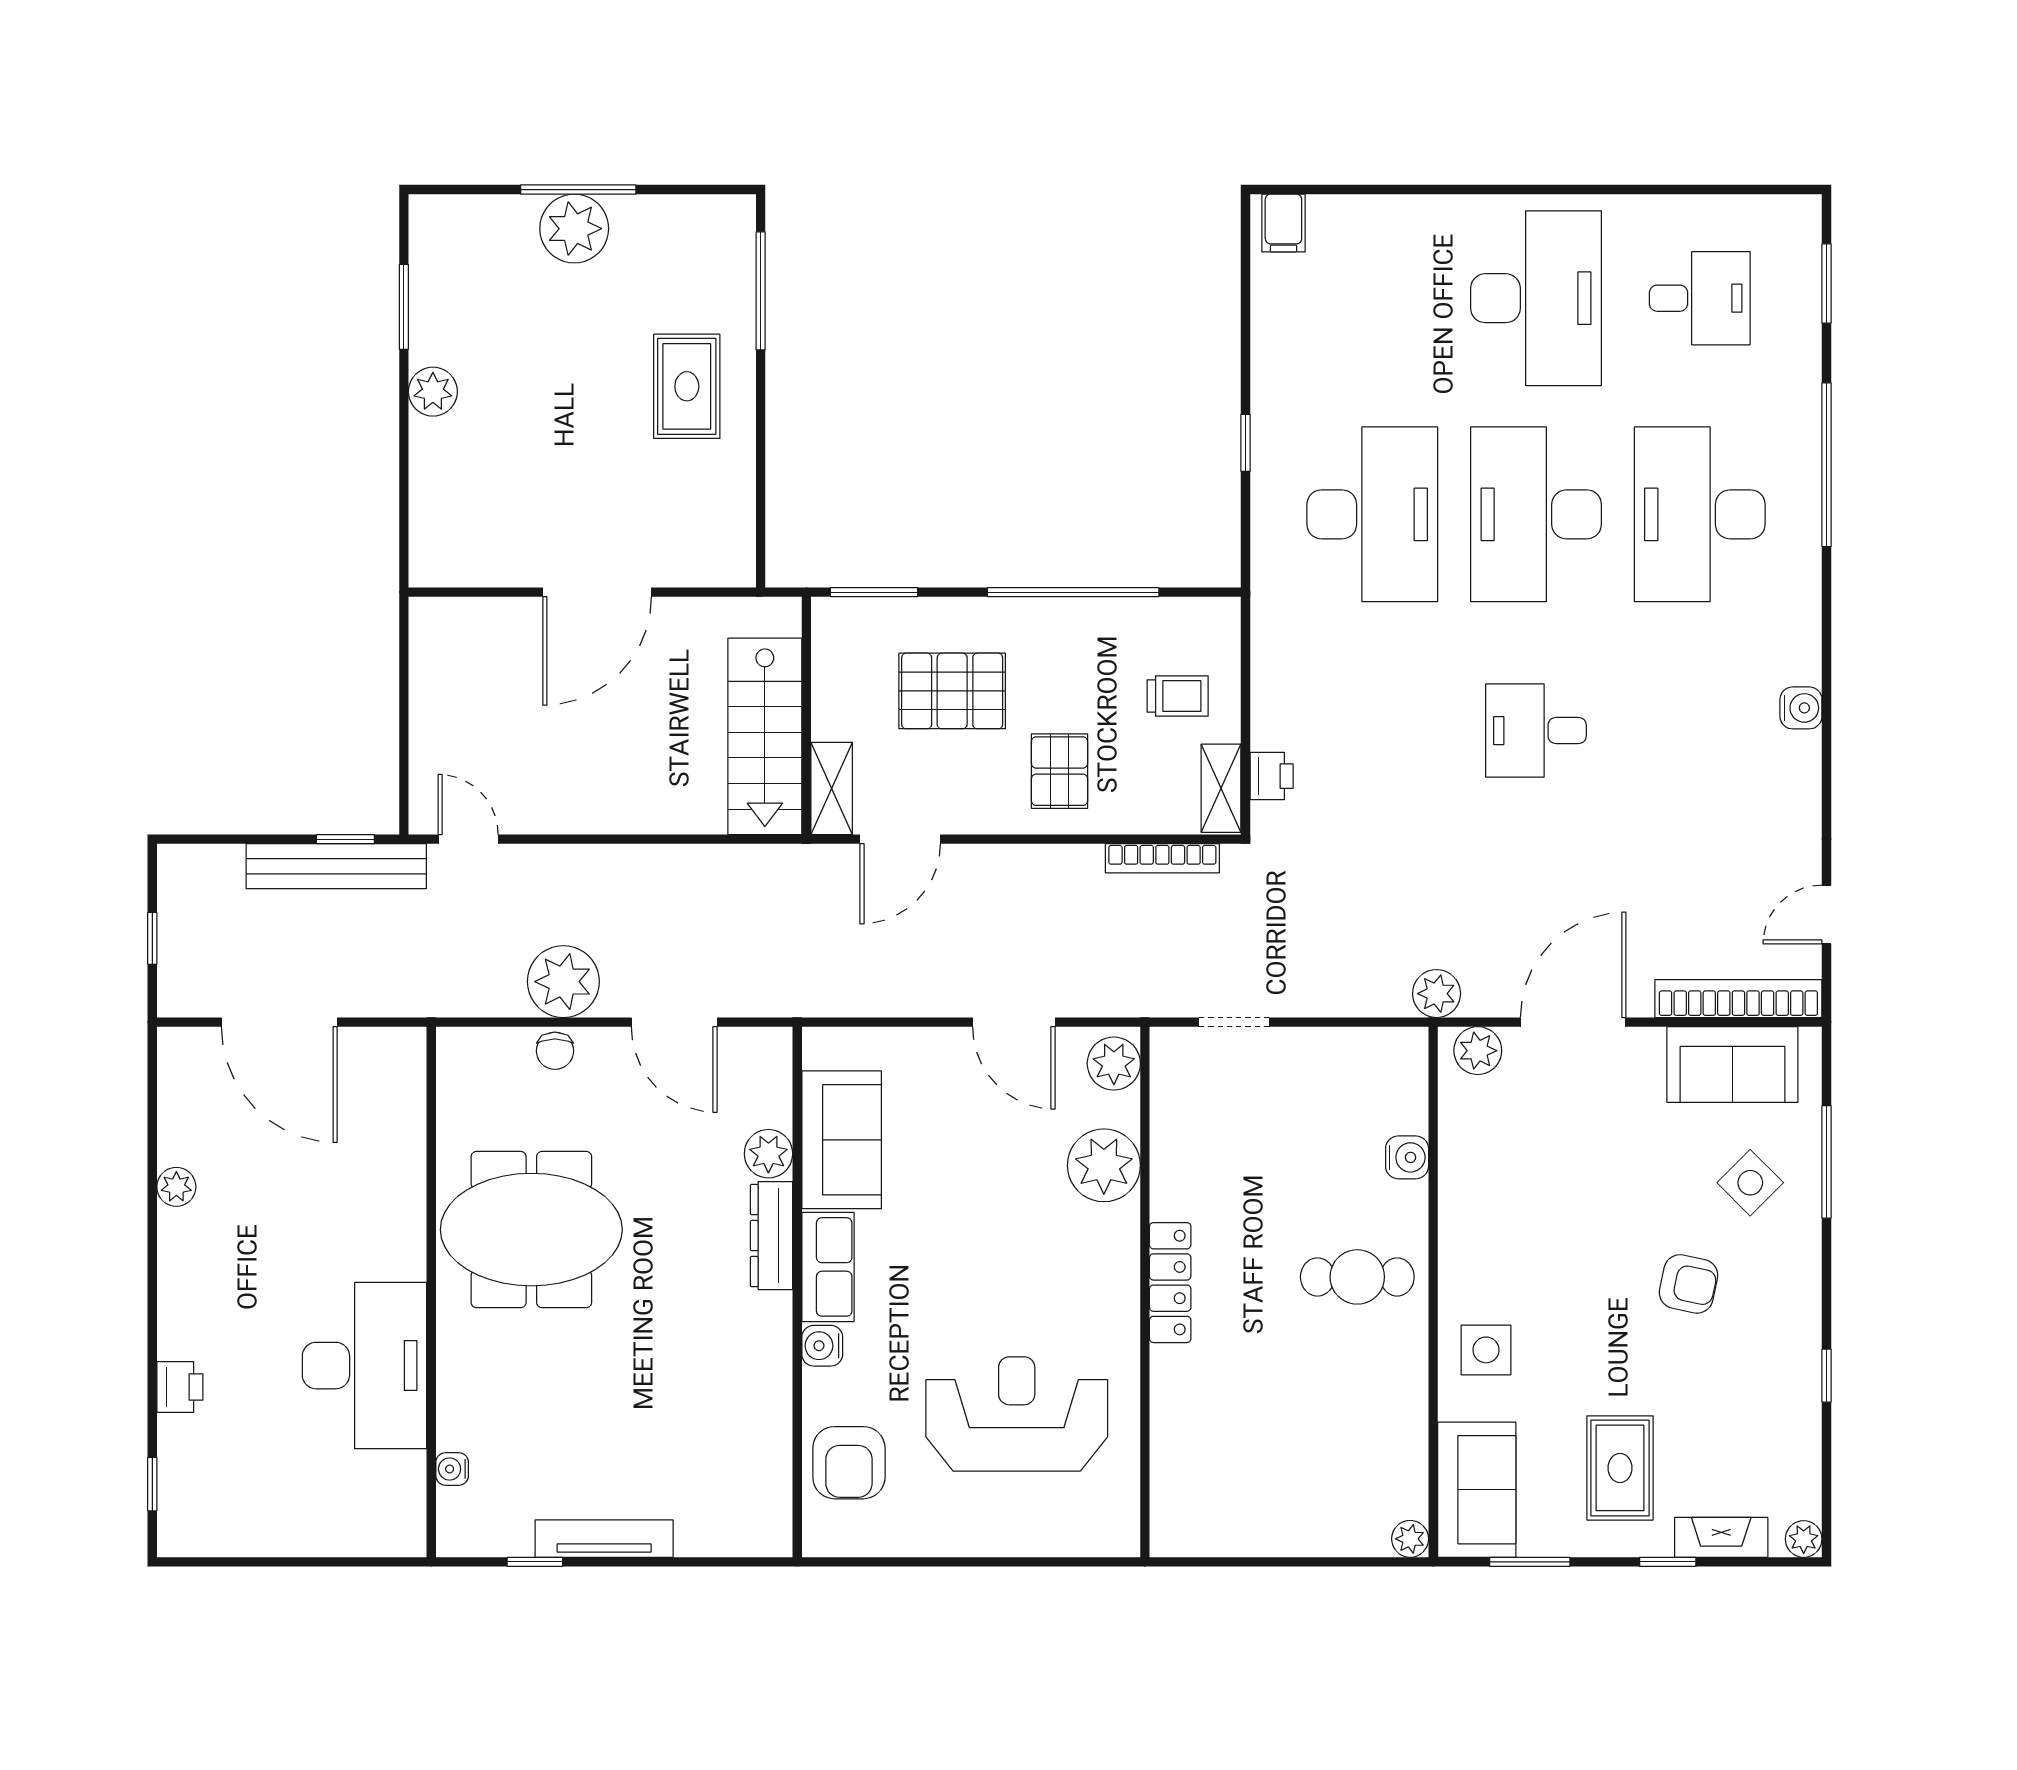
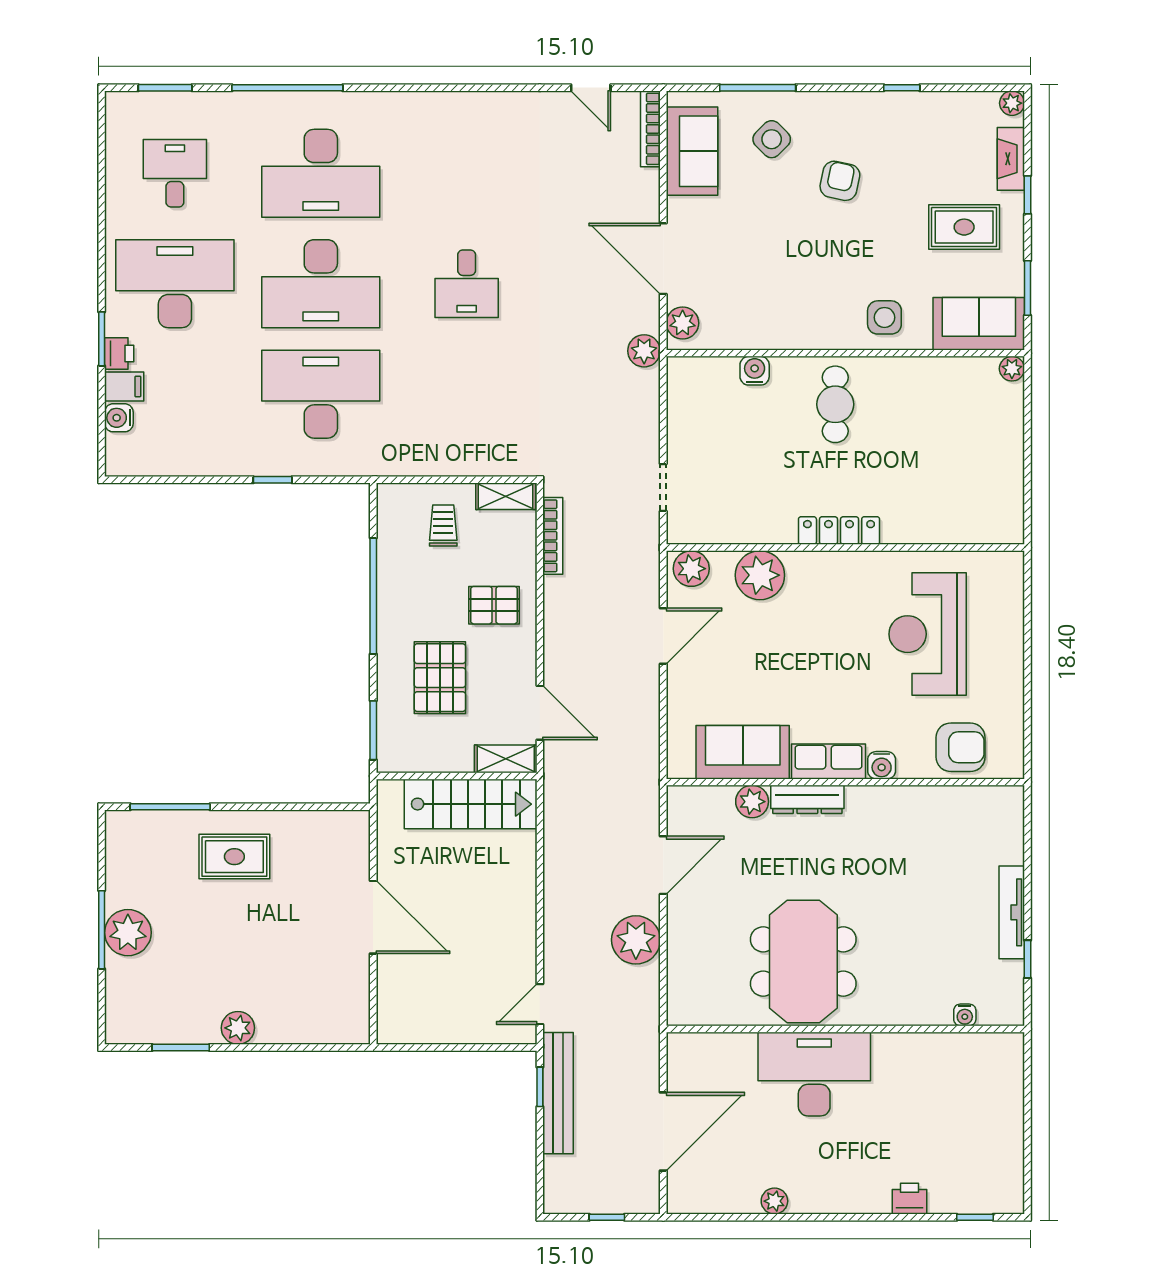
window: (1454, 190) -> (102, 339), added
filing cabinet: (1283, 223) -> (124, 387), moved
water cooler: (1801, 708) -> (119, 418), moved, turned -90
printer: (1272, 776) -> (119, 353), moved, turned 90
bookcase: (1738, 999) -> (650, 129), width x0.68, depth x0.76
chair: (555, 1051) -> (683, 946), removed
desk: (364, 1366) -> (814, 1074), moved

